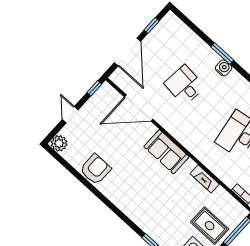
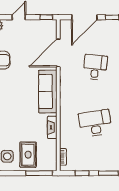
door: (139, 108) -> (58, 53), hinge flipped
sofa: (167, 152) -> (48, 92), width x1.36

